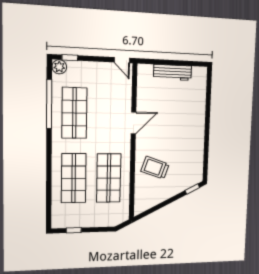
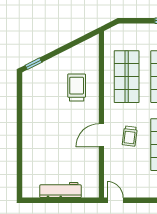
trolley: (107, 122) -> (130, 136), added
trolley: (155, 168) -> (77, 88), turned -109

